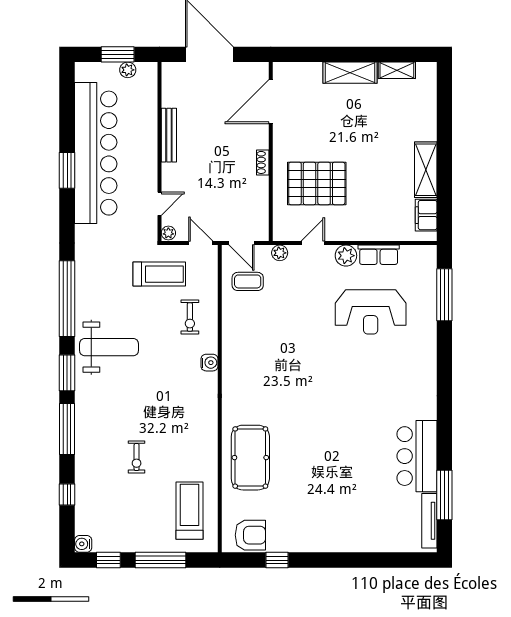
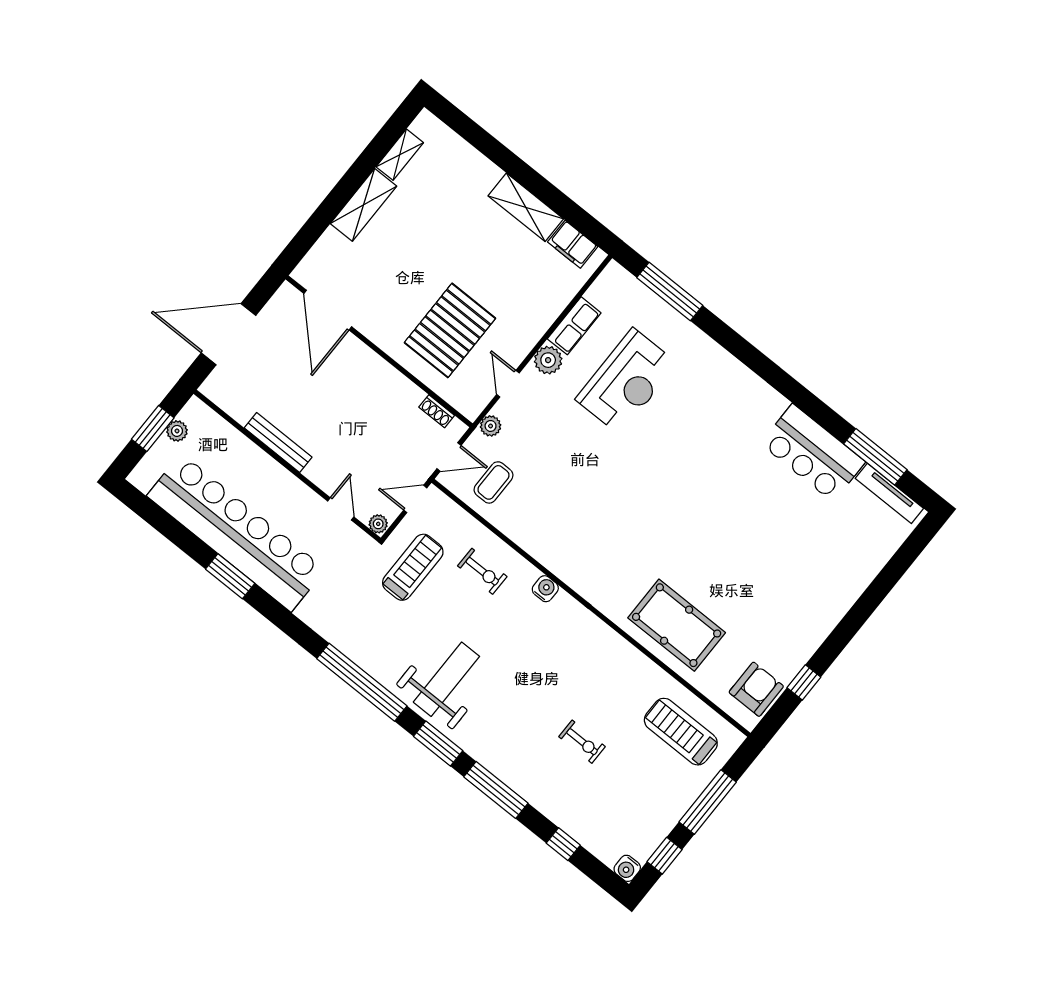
shoe rack: (263, 162) -> (437, 411), moved

